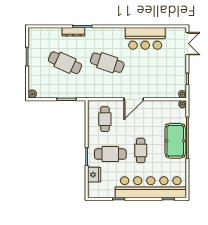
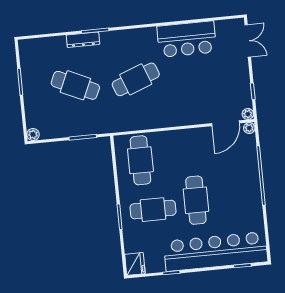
cafe table: (107, 63) -> (136, 79), turned -39
door: (134, 99) -> (225, 123), moved
cafe table: (105, 119) -> (140, 160), width x1.37, depth x1.35
pool table: (175, 141) -> (244, 182), removed
cafe table: (141, 151) -> (196, 200), width x1.37, depth x1.35
fridge: (94, 175) -> (135, 264), moved

